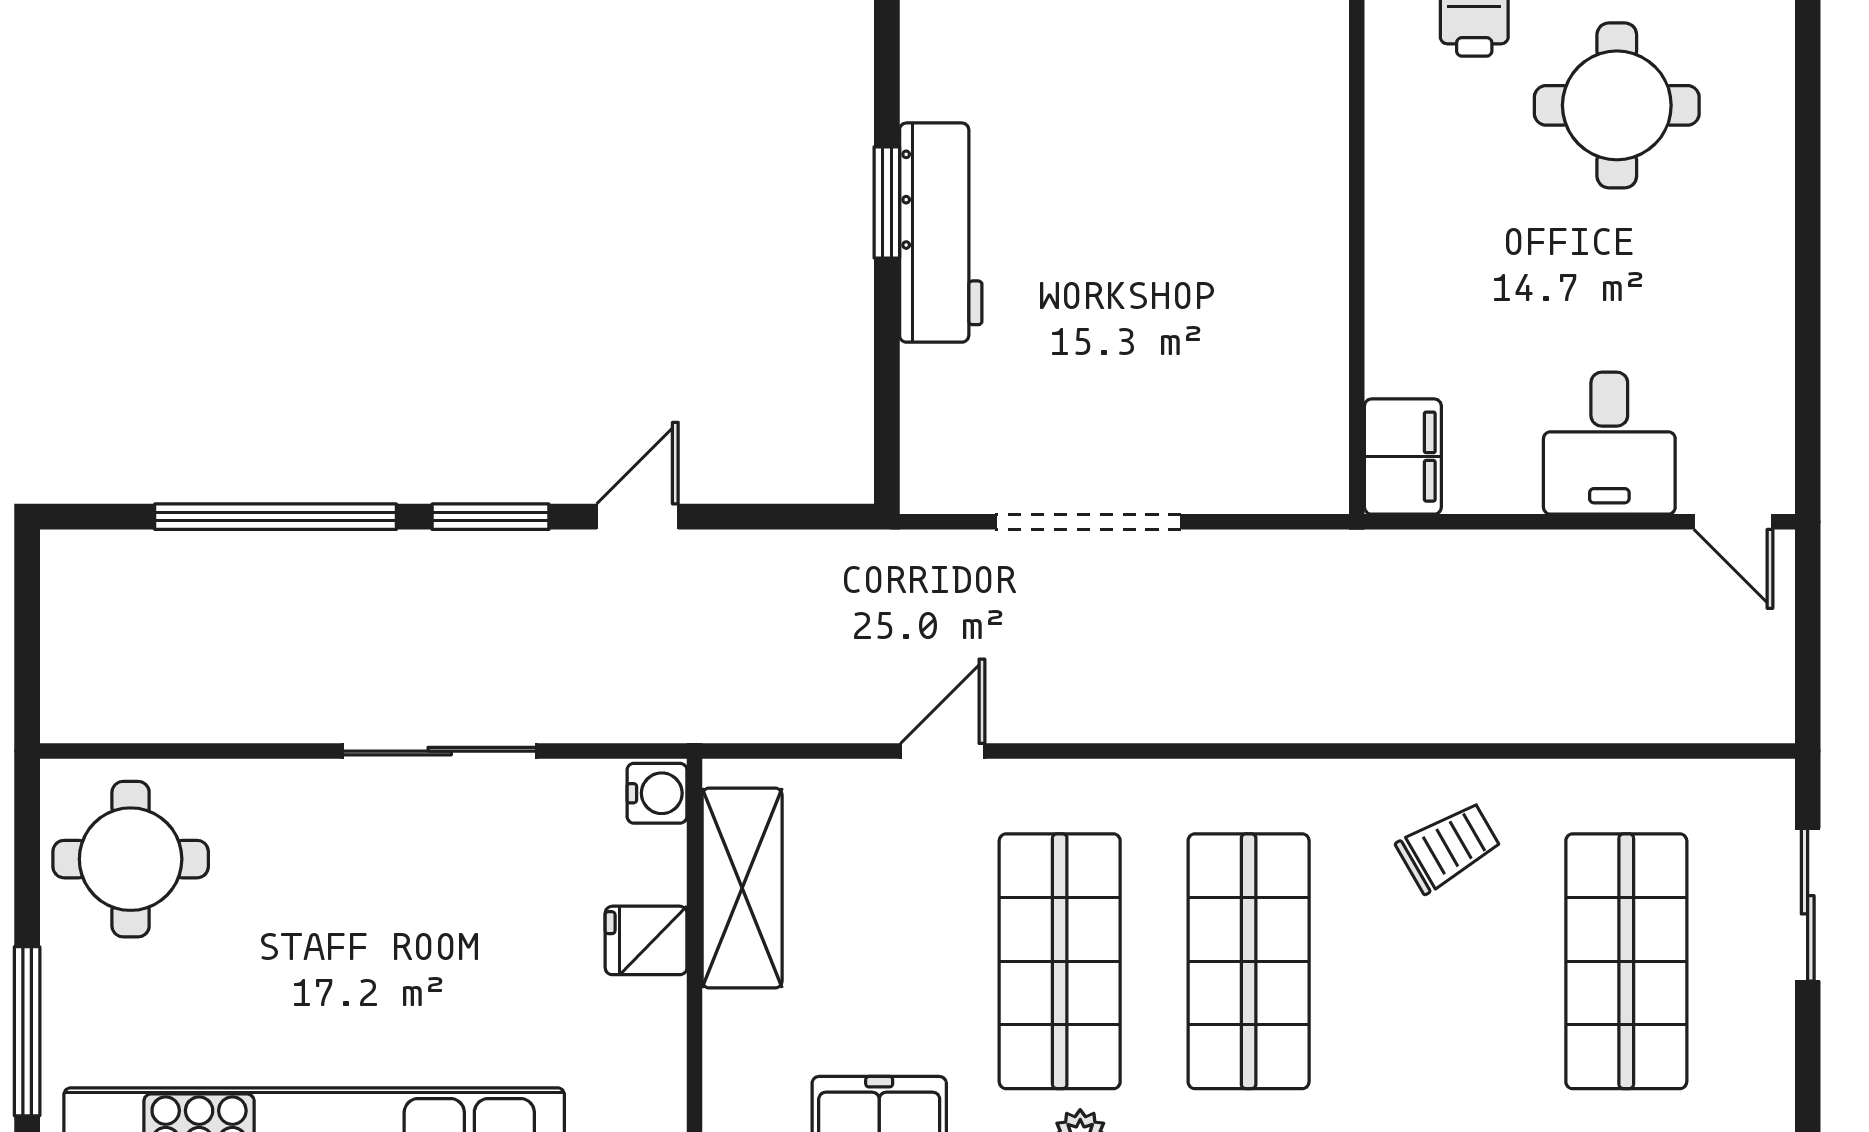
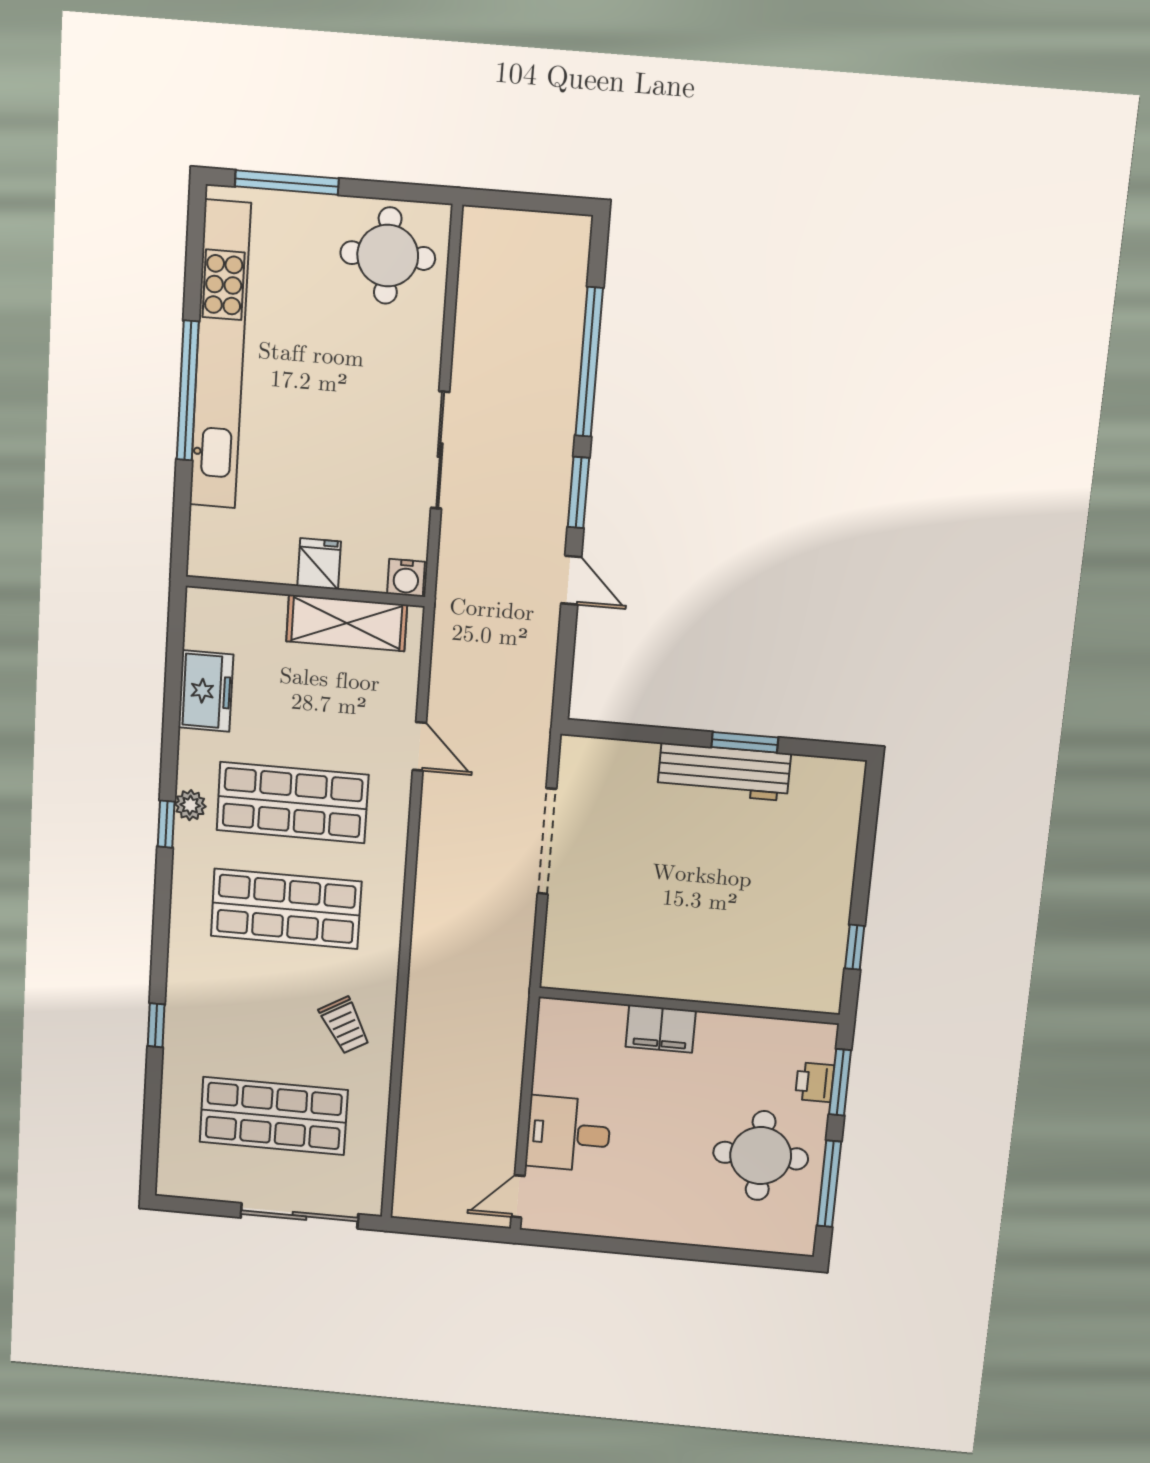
filing cabinet: (1403, 457) -> (661, 1029), moved
sliding door: (1808, 905) -> (299, 1216), width x1.37

